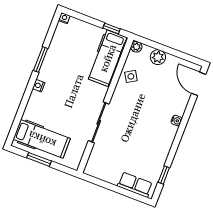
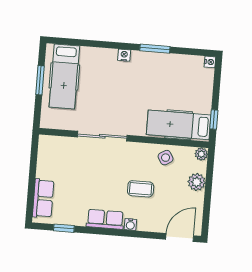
coffee table: (150, 104) -> (141, 189), added
row of seats: (166, 140) -> (105, 219), added

